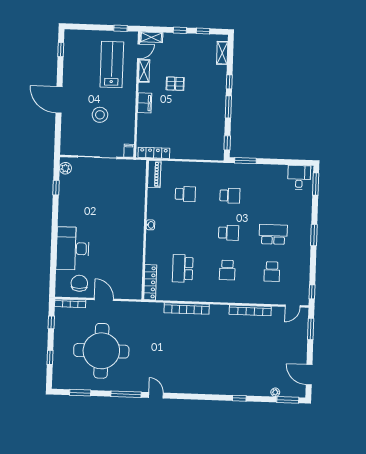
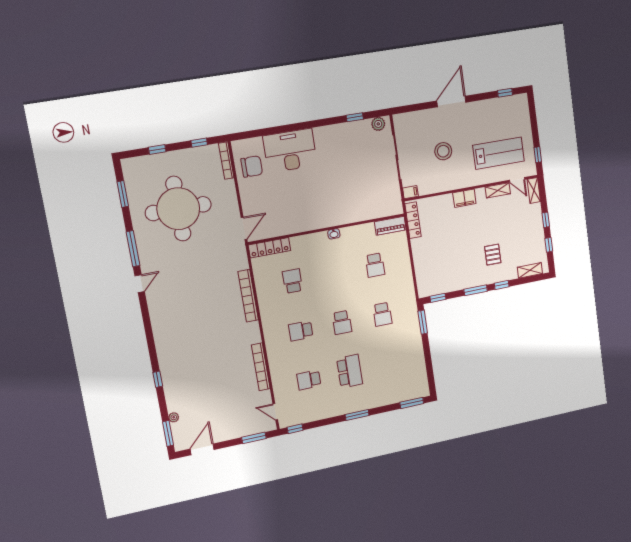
pallet: (175, 84) -> (493, 255), moved
desk: (299, 177) -> (415, 384), removed
school desk: (183, 268) -> (292, 281), width x0.54
door: (104, 299) -> (244, 228), moved

